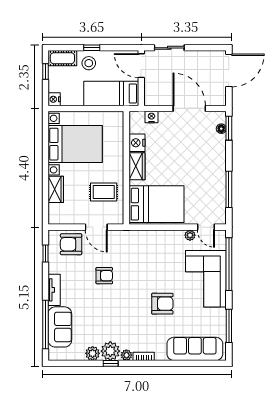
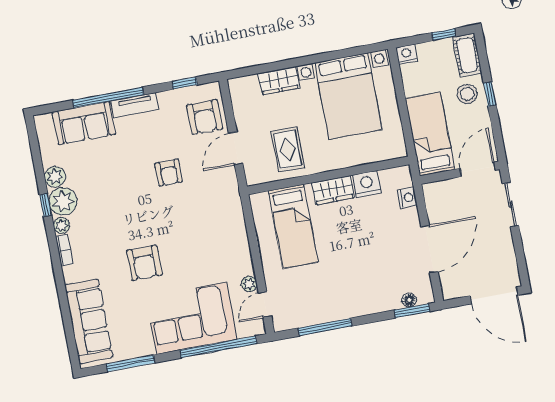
bed: (156, 204) -> (293, 226), width x0.67
armchair: (71, 244) -> (205, 117), turned 180
window: (46, 325) -> (108, 97), moved

